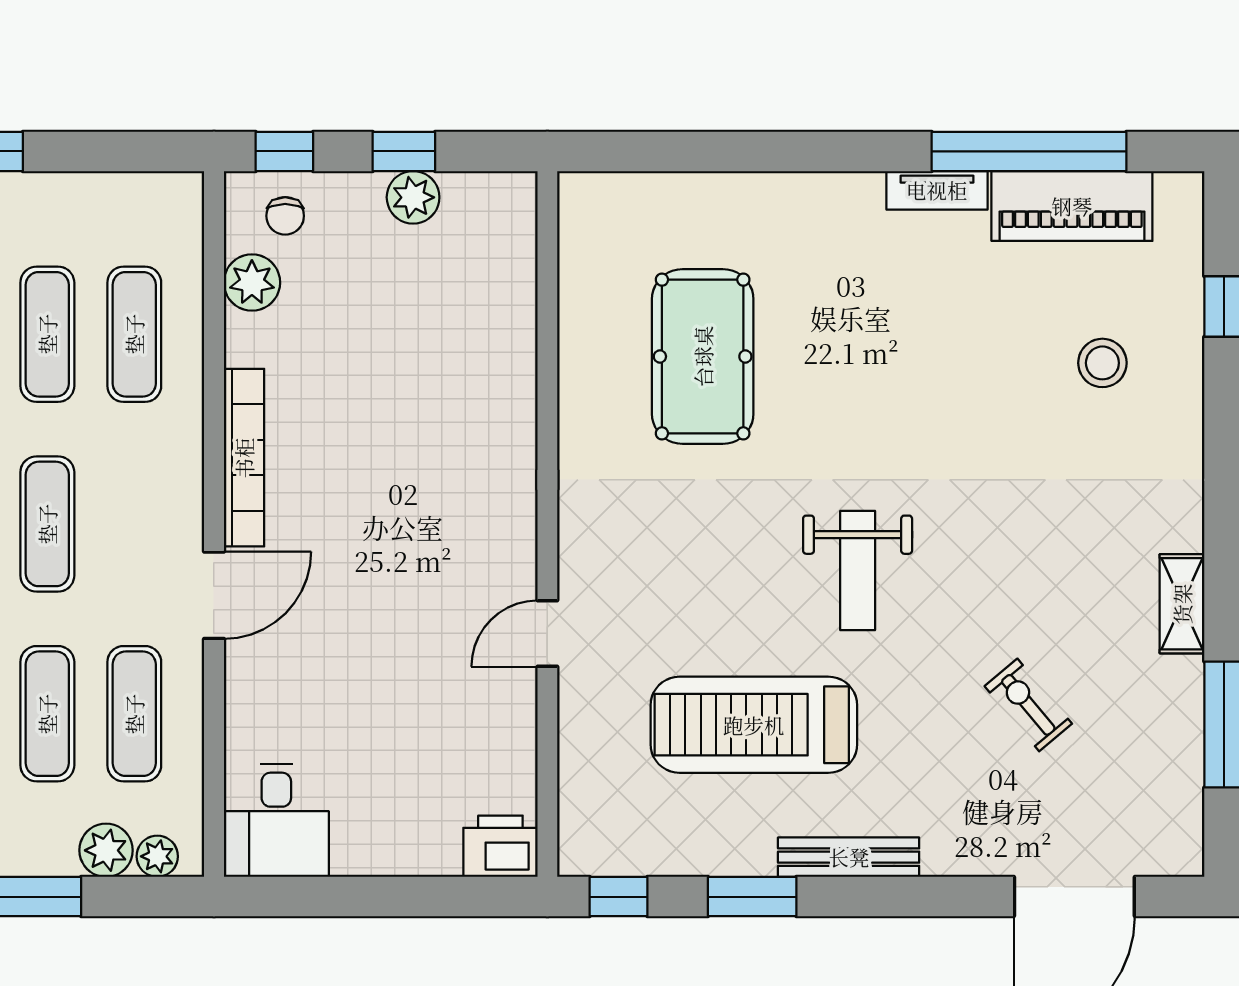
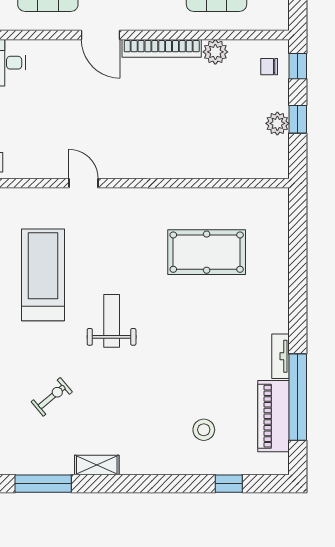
plant: (252, 283) -> (215, 52), moved
weight bench: (858, 570) -> (112, 321), turned 90

